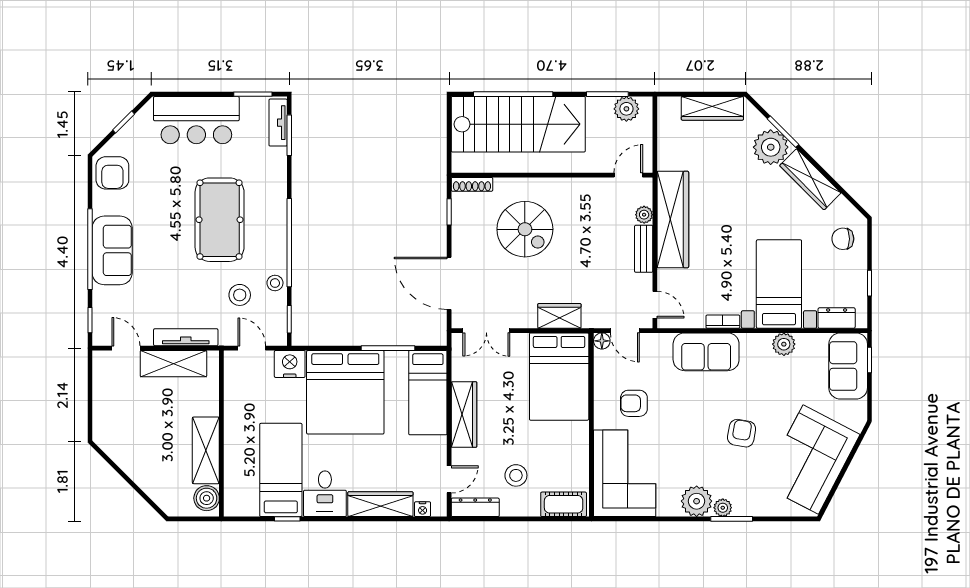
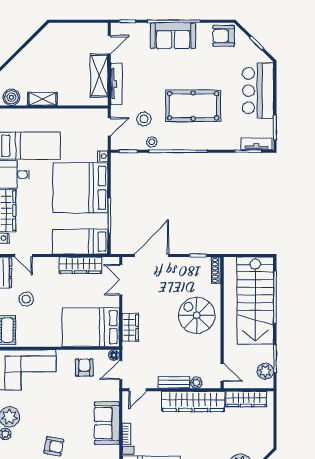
wardrobe: (712, 108) -> (246, 399), moved, turned -90
spiral stairs: (525, 229) -> (197, 315), moved, turned 90
nightstand: (290, 364) -> (103, 156), width x0.53, depth x0.56
armchair: (634, 403) -> (84, 368), moved
wardrobe: (464, 415) -> (81, 265), moved
shelving: (206, 450) -> (43, 99), width x0.67, depth x0.75

